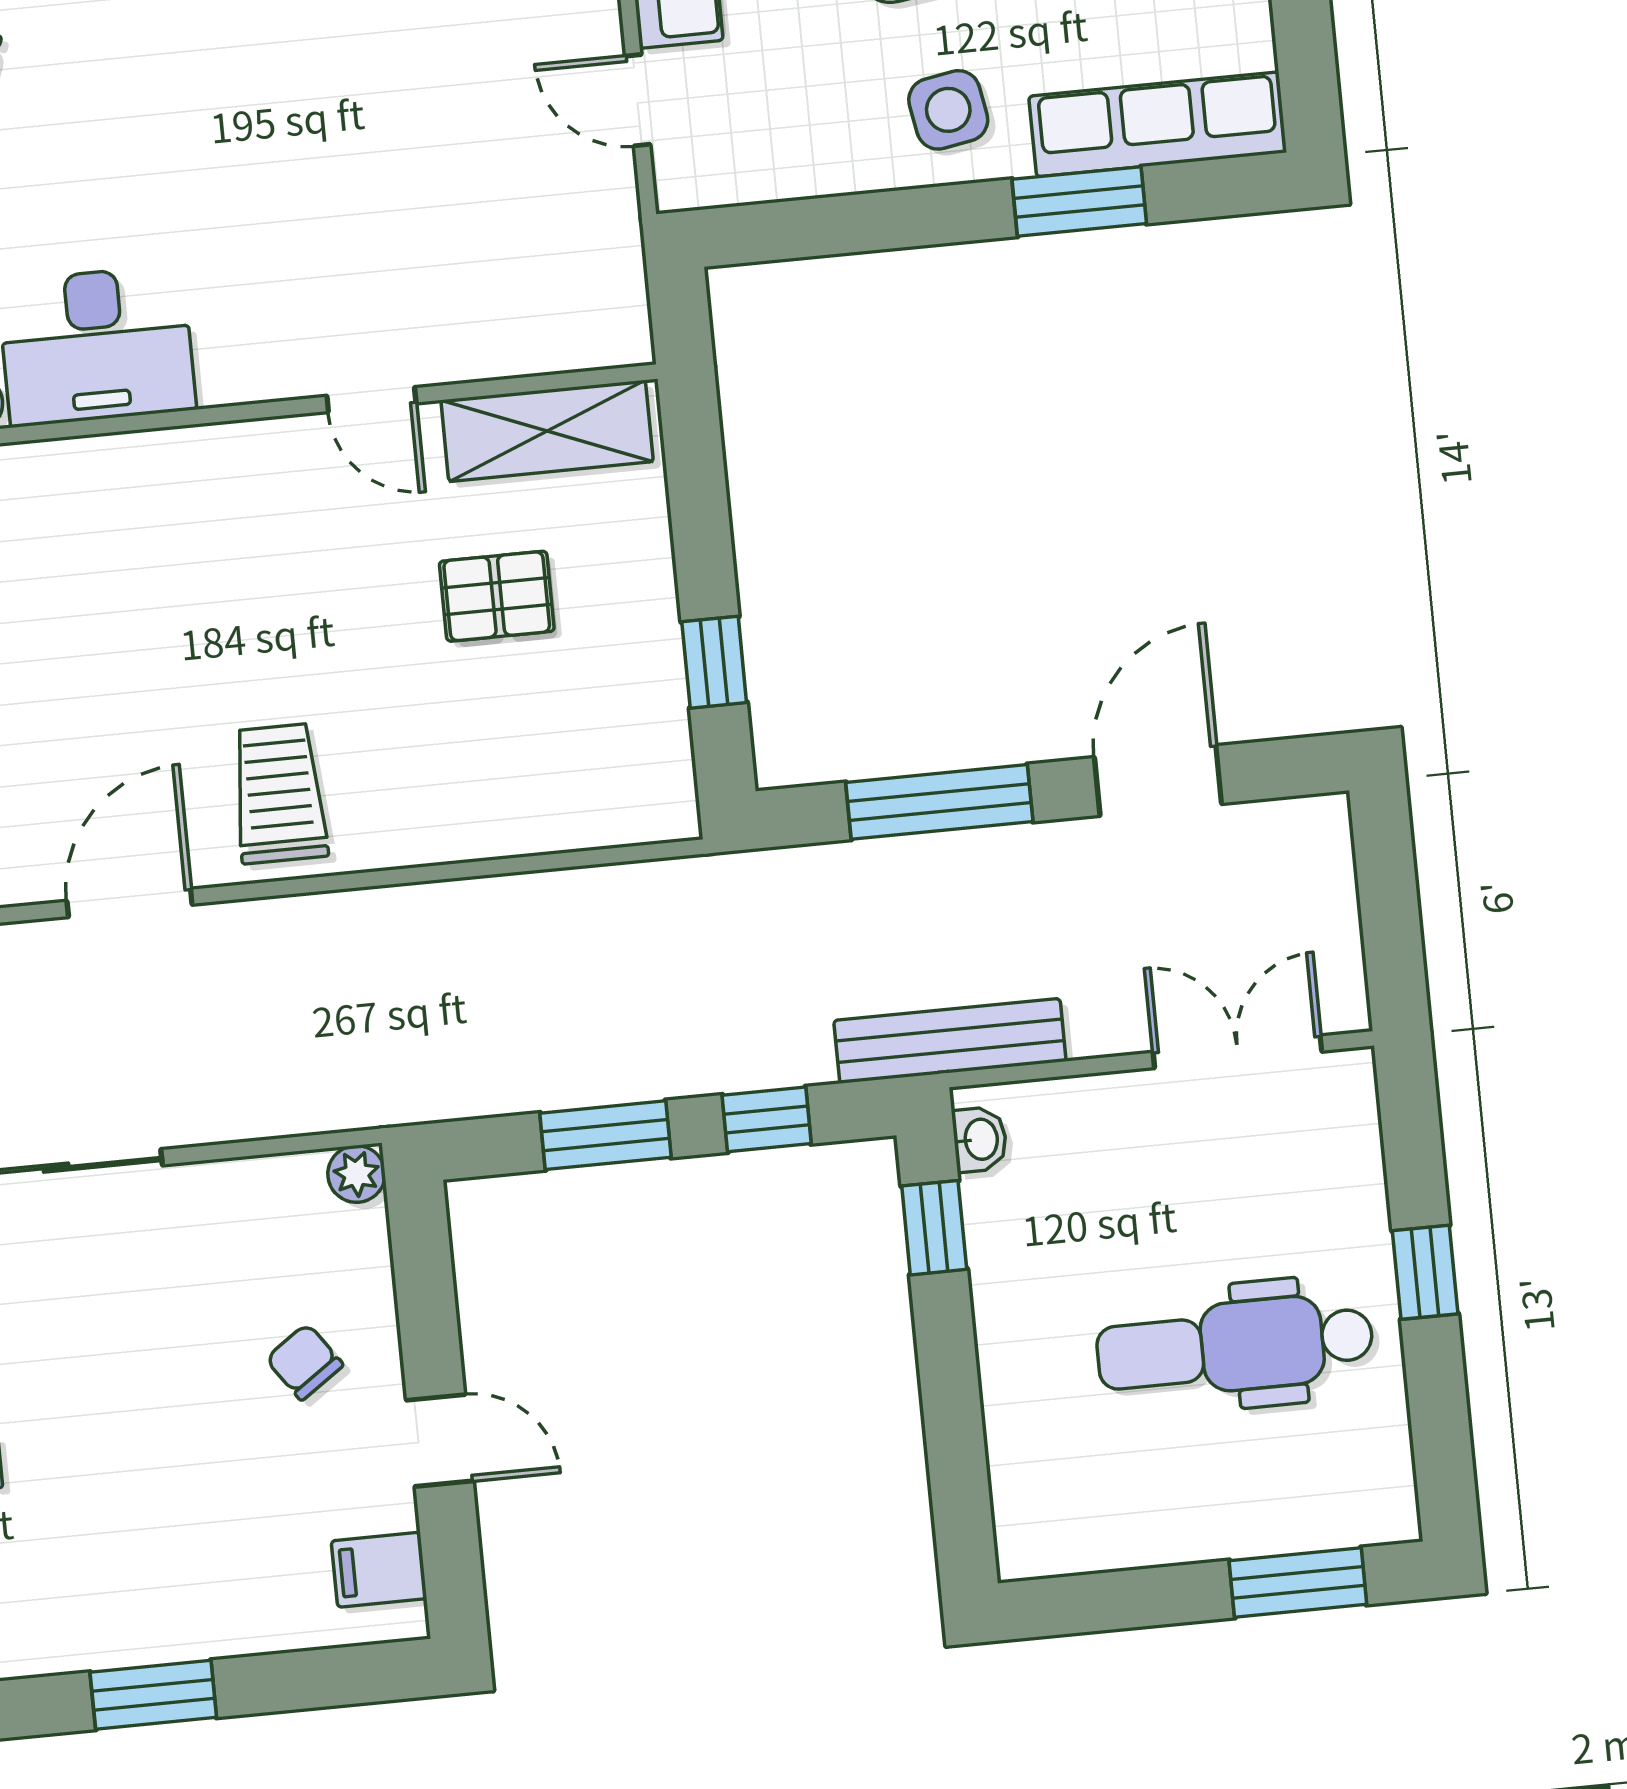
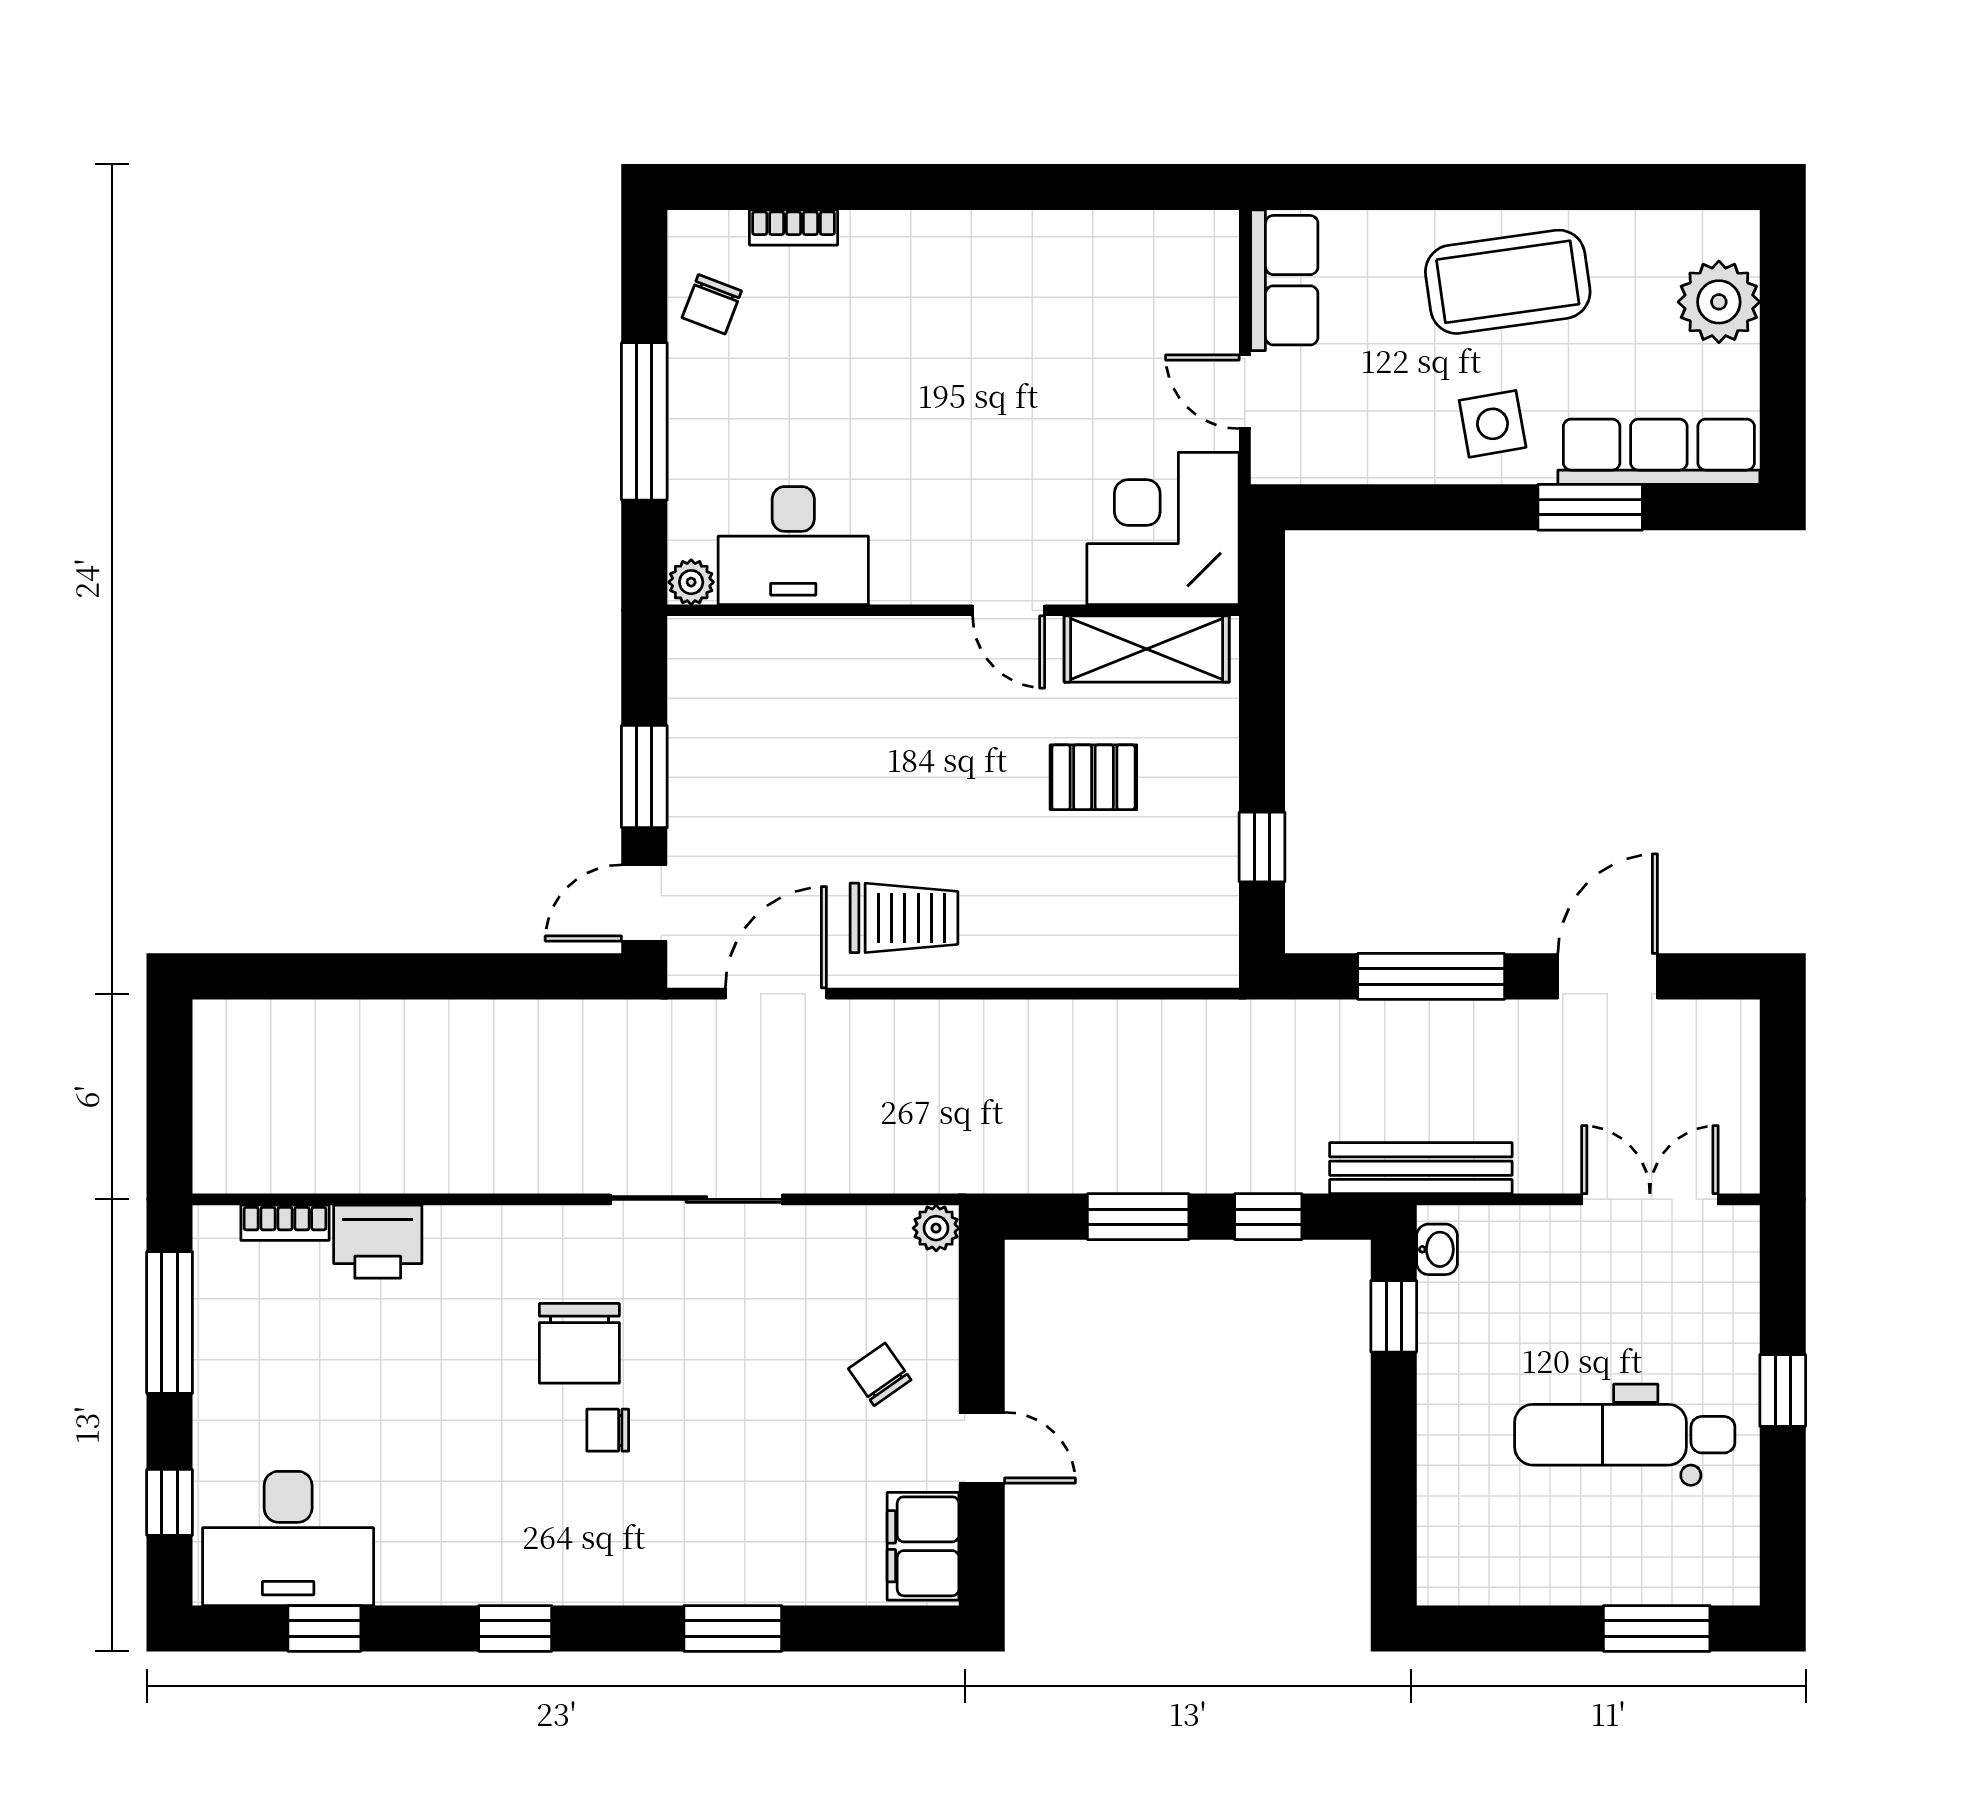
corner desk: (553, 279) -> (1163, 528), added
trolley: (279, 794) -> (904, 918), turned 90
filing cabinet: (379, 1570) -> (923, 1546), width x2.00

